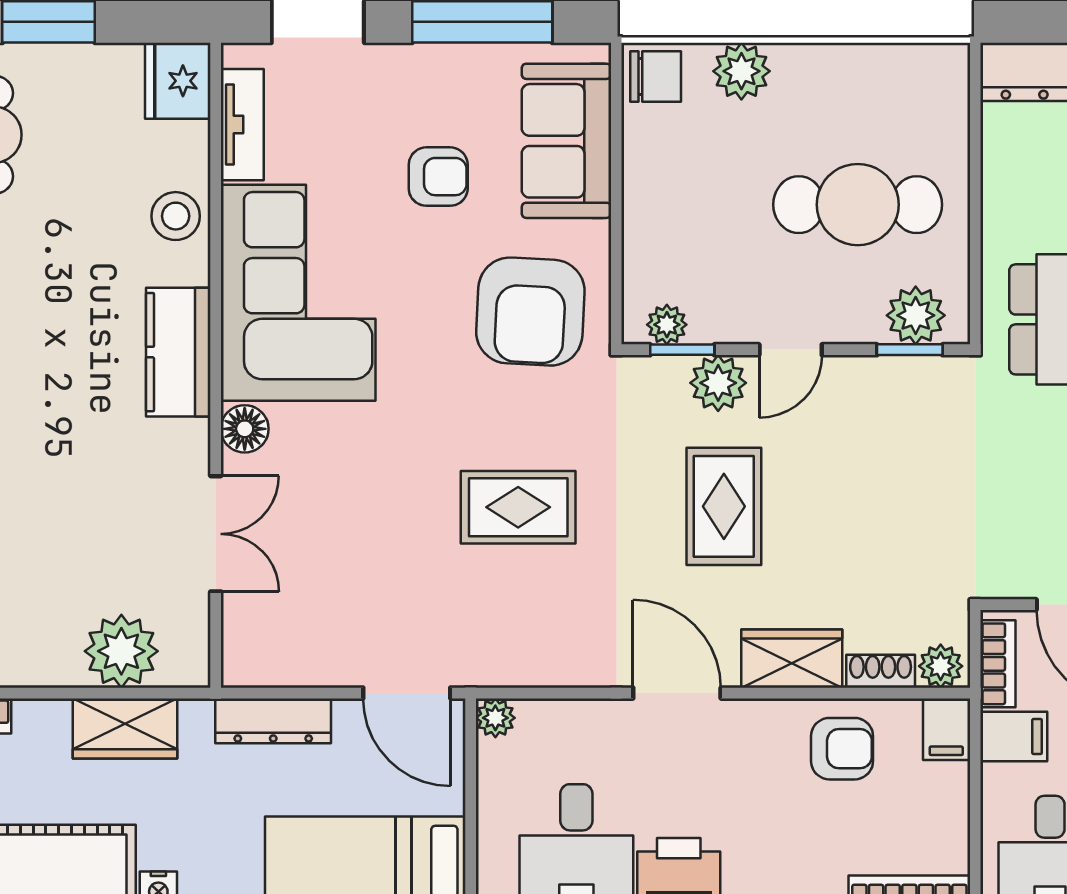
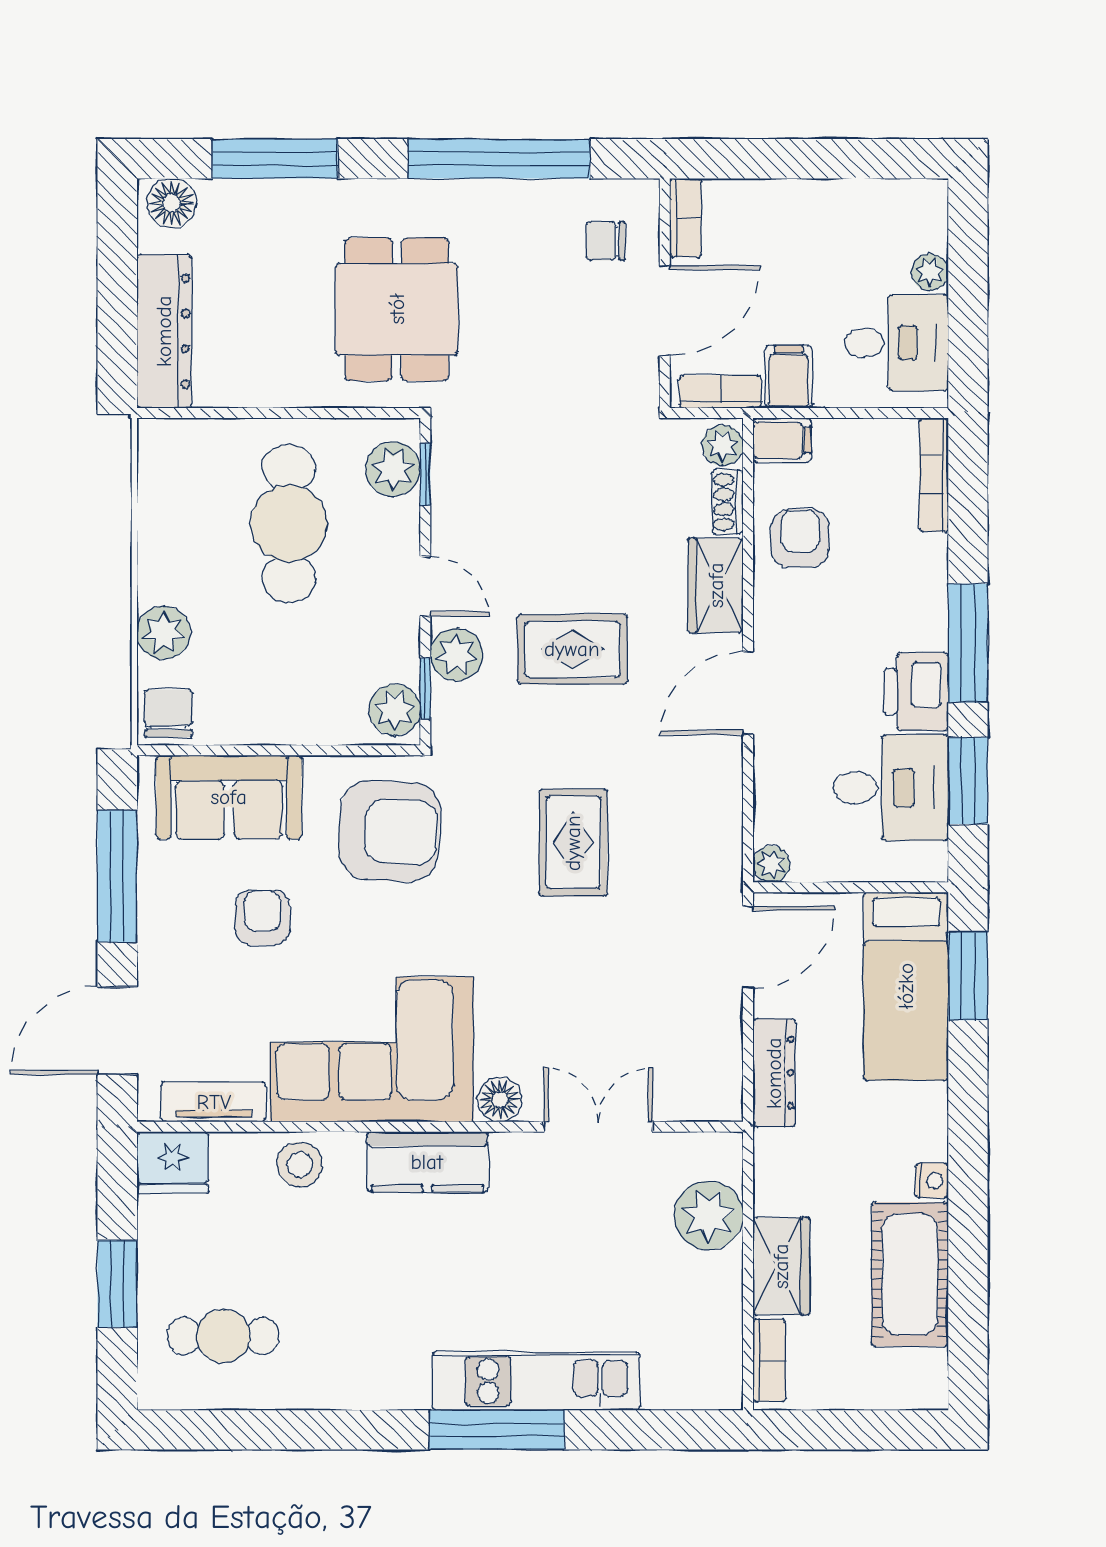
plant: (667, 325) -> (395, 710), width x1.38, depth x1.38
wardrobe: (125, 728) -> (781, 1266), moved

